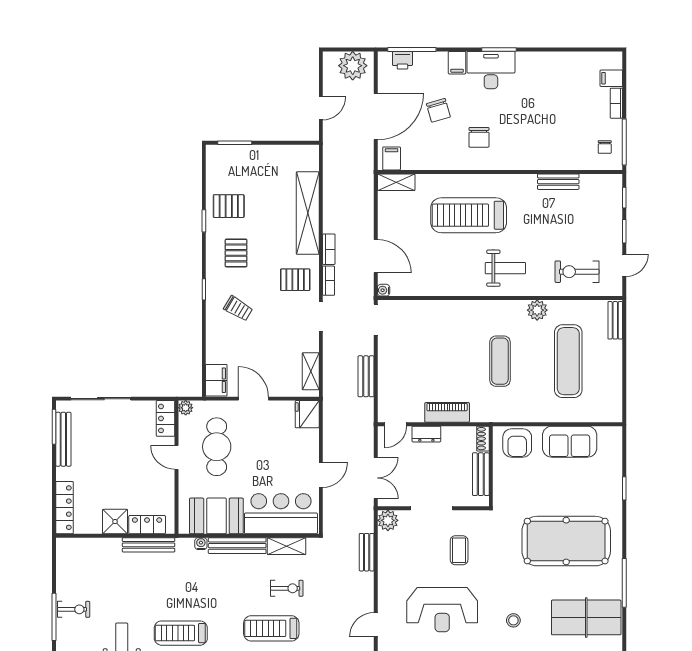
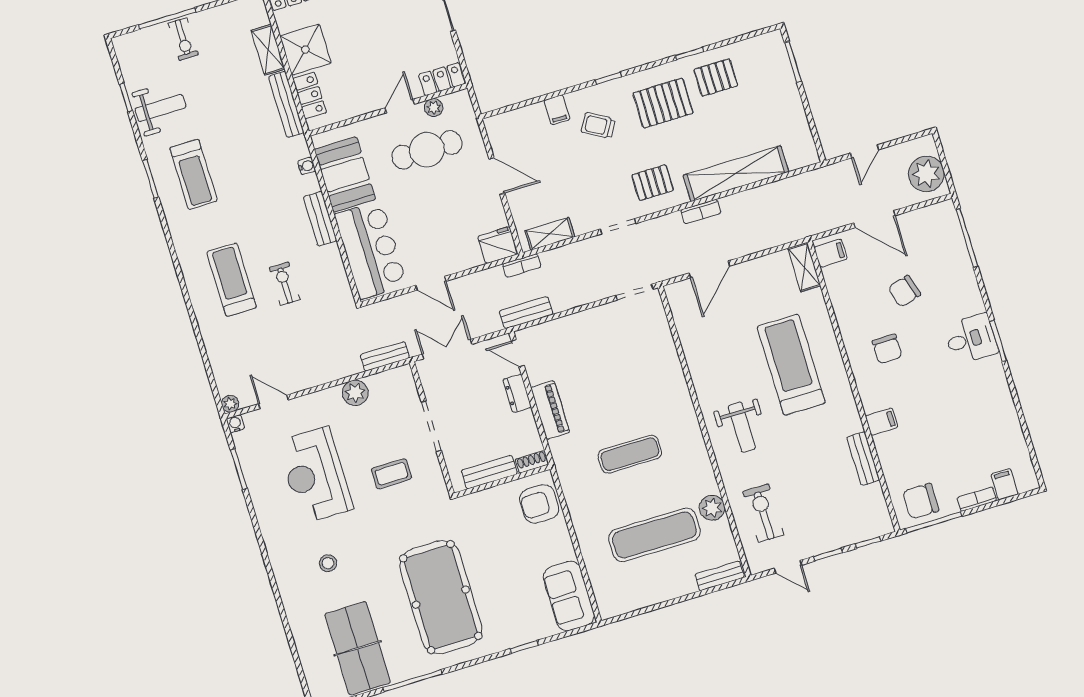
printer: (402, 60) -> (951, 231), removed
filing cabinet: (457, 63) -> (882, 422), moved, turned 180
desk: (491, 70) -> (971, 339), width x0.73
door: (321, 108) -> (865, 151), hinge flipped
door: (376, 117) -> (874, 219), width x0.73
chair: (479, 137) -> (887, 349), turned -90
chair: (605, 147) -> (921, 501), width x1.87, depth x1.87
pallet: (229, 206) -> (716, 78), turned 90
pallet: (236, 253) -> (663, 103), width x1.50, depth x1.42
pallet: (295, 280) -> (653, 183), turned 90
bookcase: (329, 281) -> (522, 266), moved
water cooler: (384, 290) -> (672, 291), removed
trolley: (238, 308) -> (598, 126), turned 89
plant: (537, 310) -> (712, 508), moved
bench: (366, 376) -> (526, 313), moved
filing cabinet: (216, 380) -> (557, 110), moved, width x0.50
door: (253, 399) -> (497, 176), hinge flipped
plant: (186, 408) -> (434, 108), moved
sofa: (570, 442) -> (569, 596), moved
double door: (376, 478) -> (447, 349), swing flipped
plant: (388, 520) -> (355, 393), moved
shower: (115, 522) -> (305, 50), width x1.36, depth x1.36
bench: (237, 546) -> (320, 219), width x0.73
shelving: (287, 546) -> (268, 50), moved
bench: (367, 552) -> (385, 356), moved
exercise bike: (287, 588) -> (285, 284), turned 180
treadmill: (181, 633) -> (193, 174), turned 180

